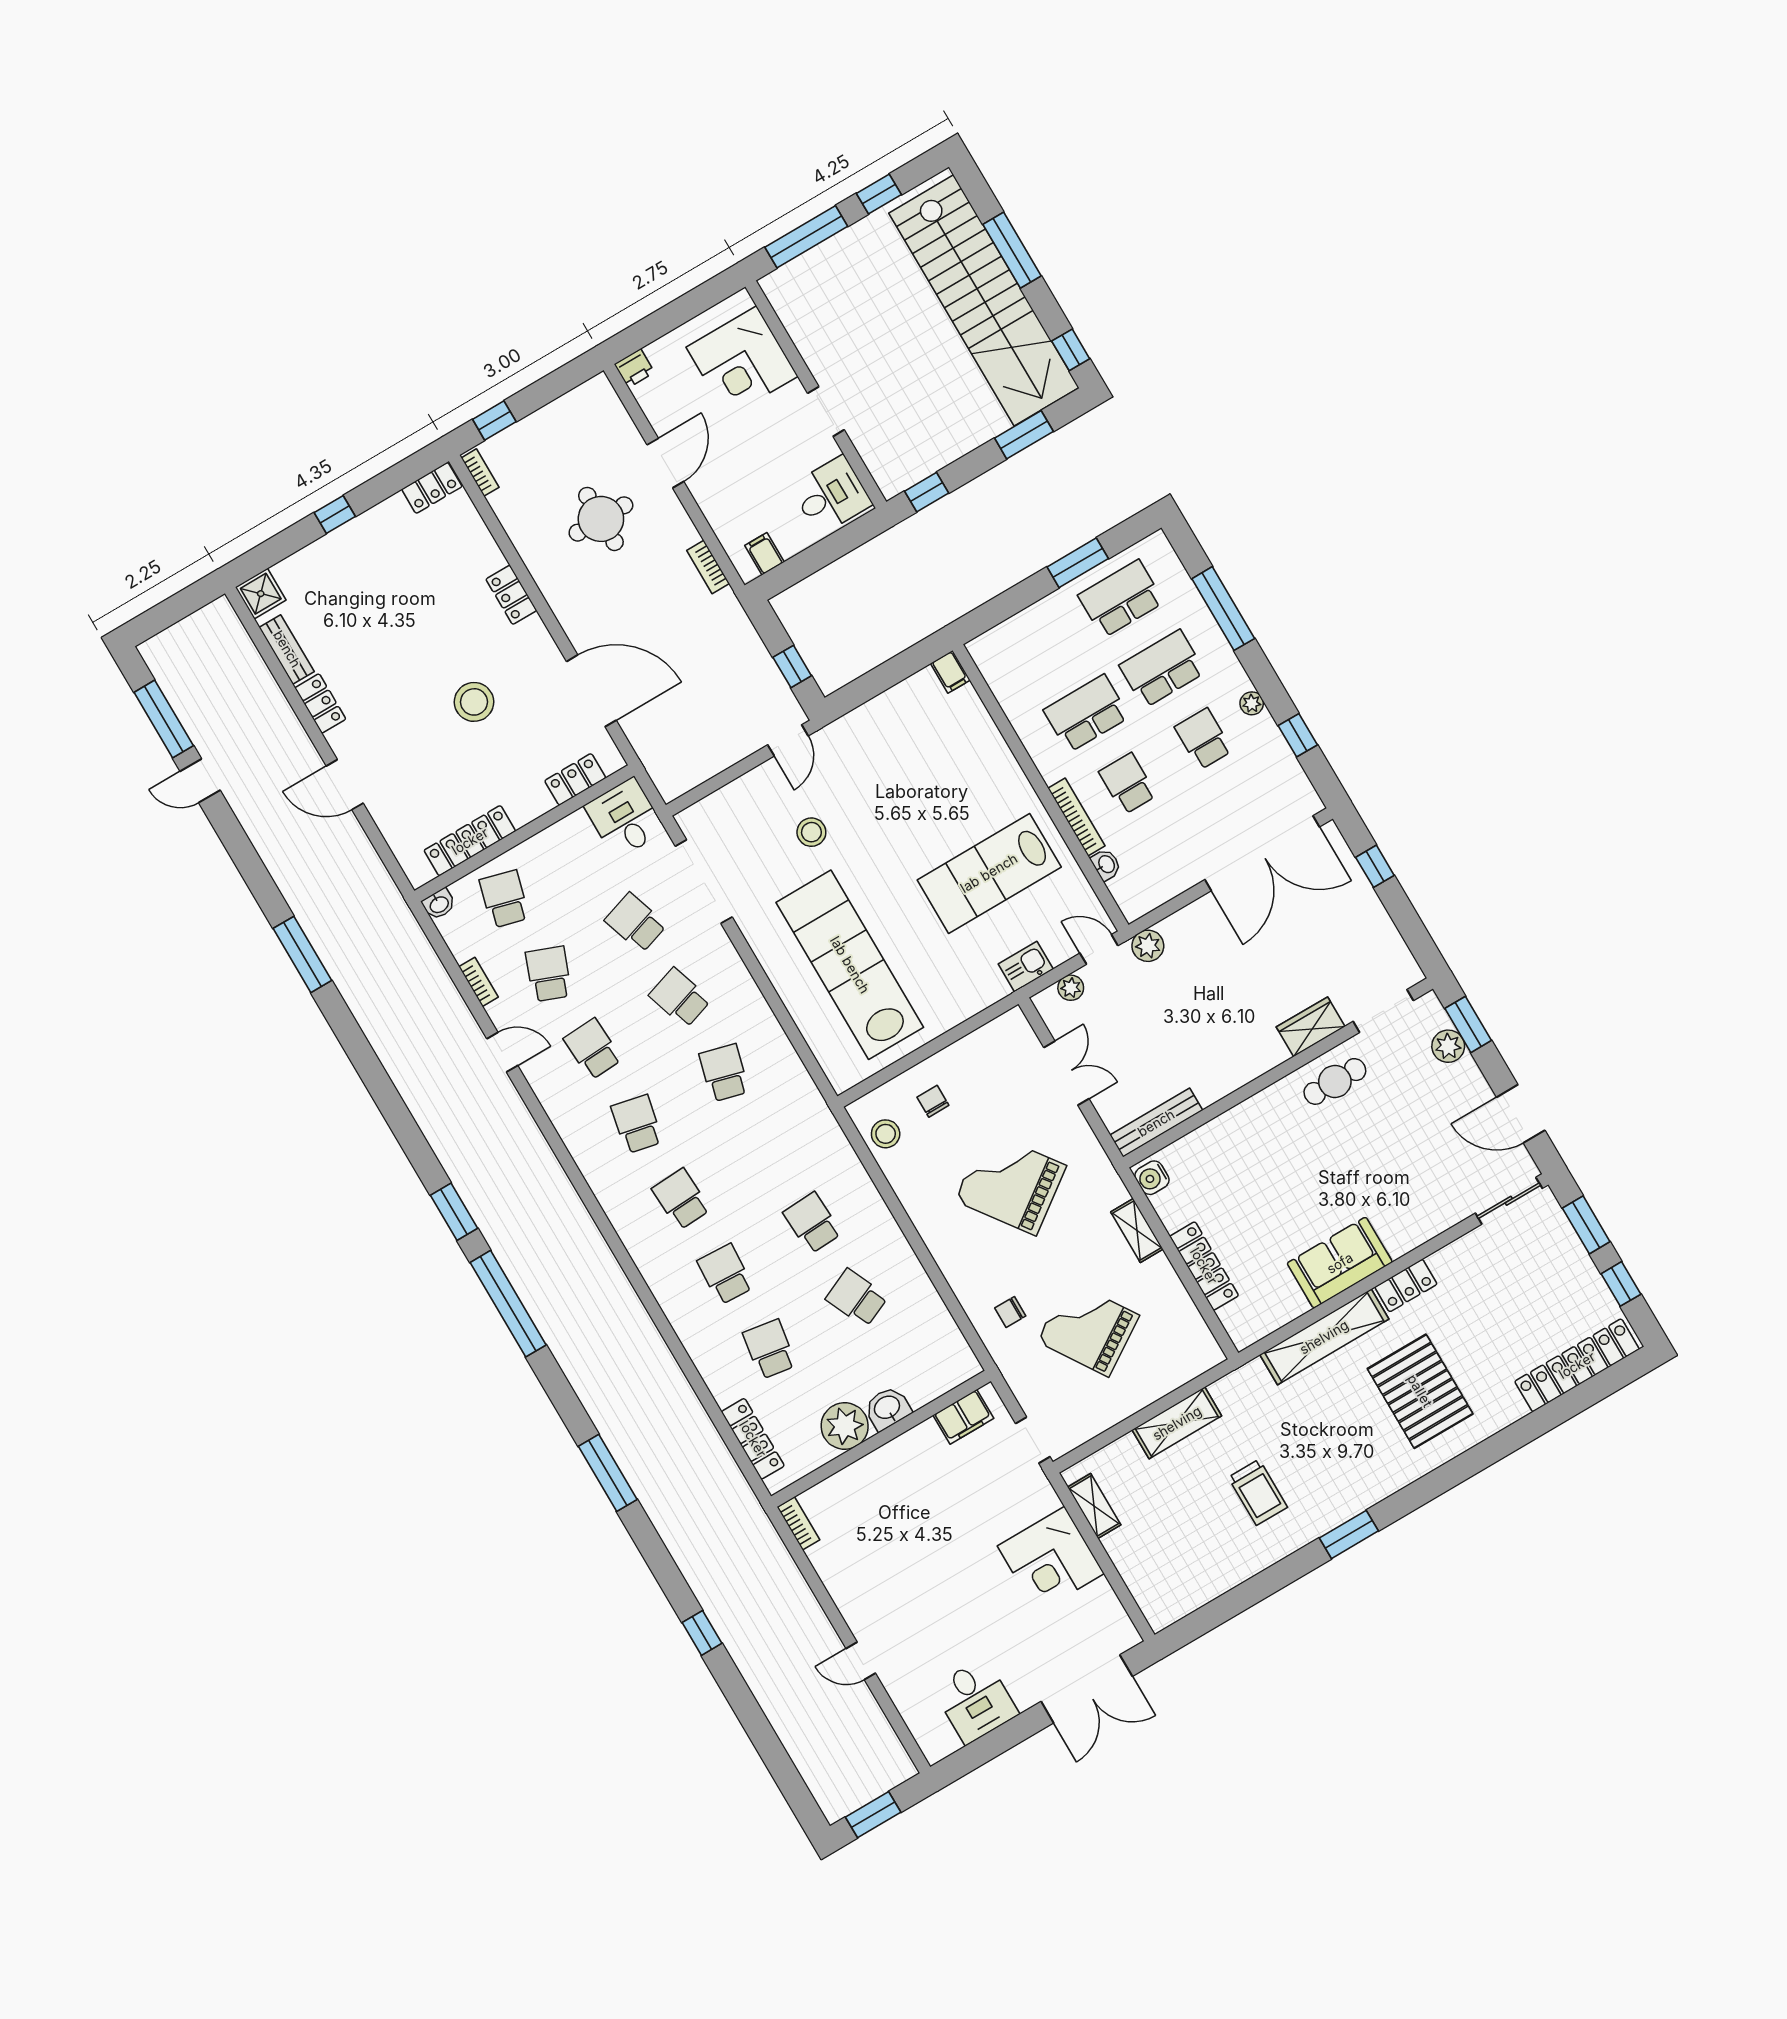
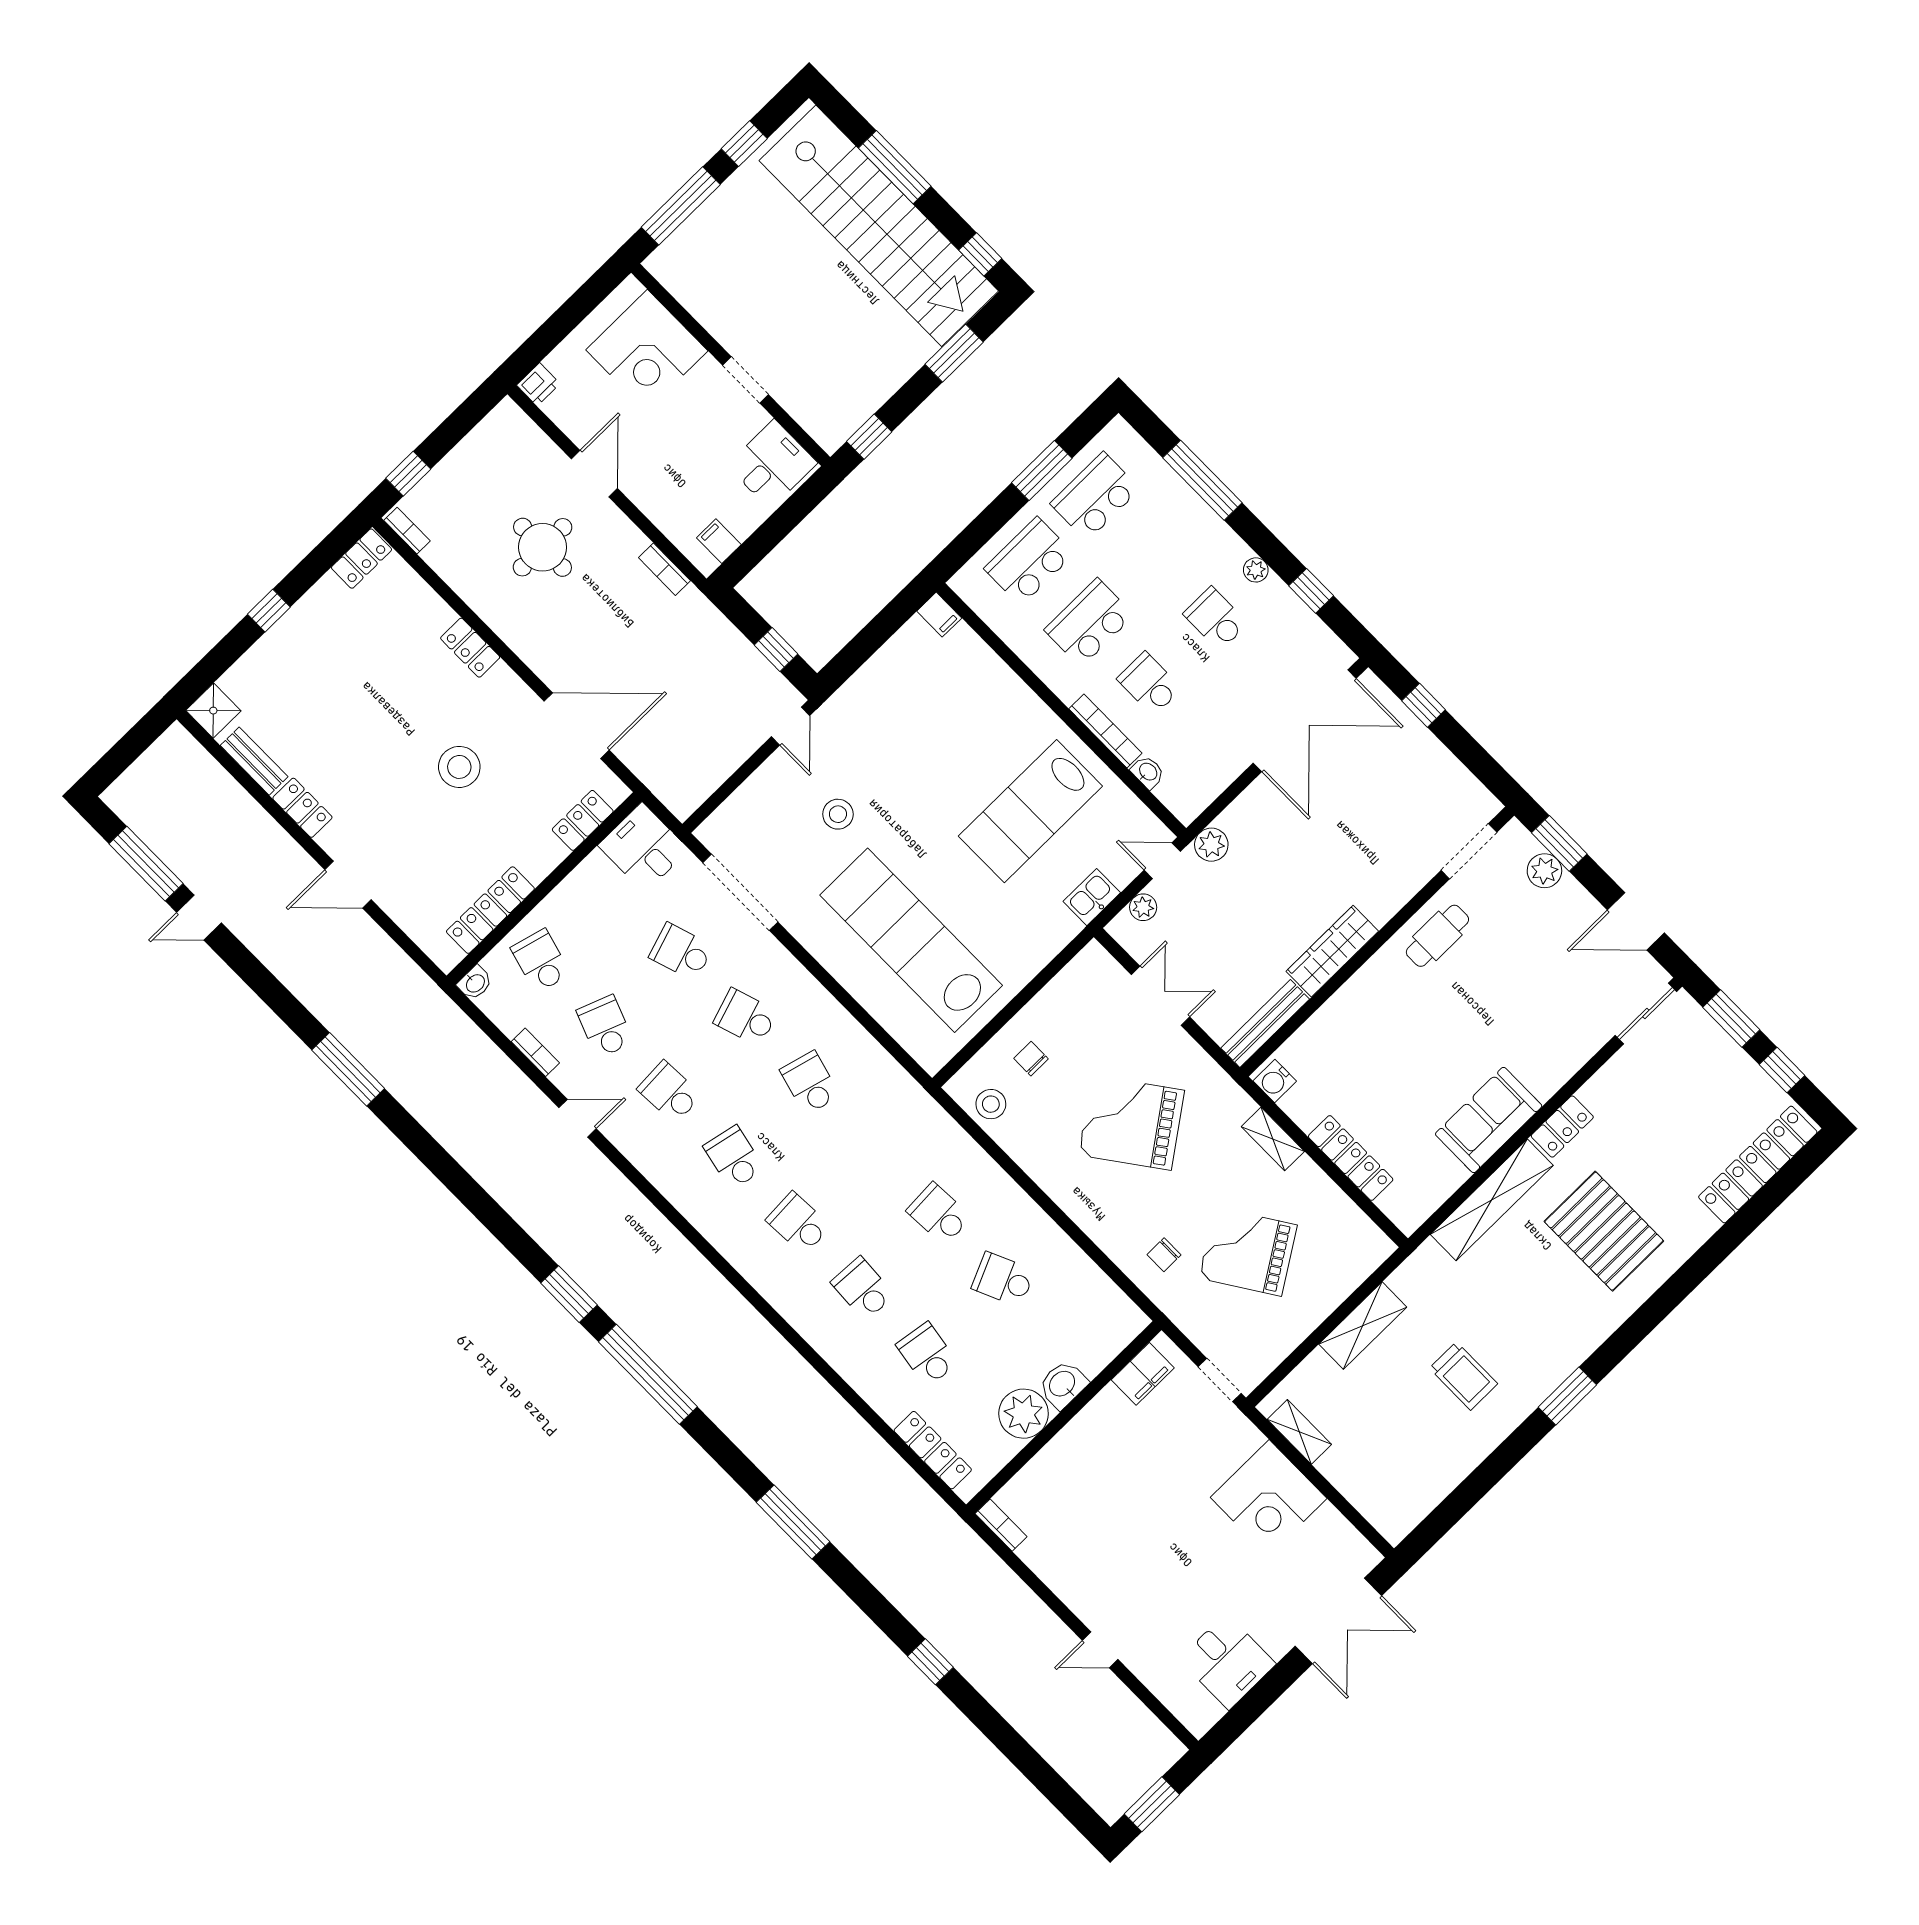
school desk: (1162, 669) -> (1029, 561), moved
wardrobe: (1311, 1027) -> (1332, 951), moved, width x1.50

